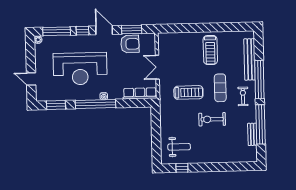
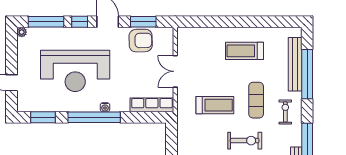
treadmill: (210, 50) -> (244, 51), turned 90
window: (259, 80) -> (307, 74), moved
exercise bike: (212, 119) -> (245, 141), turned 180

